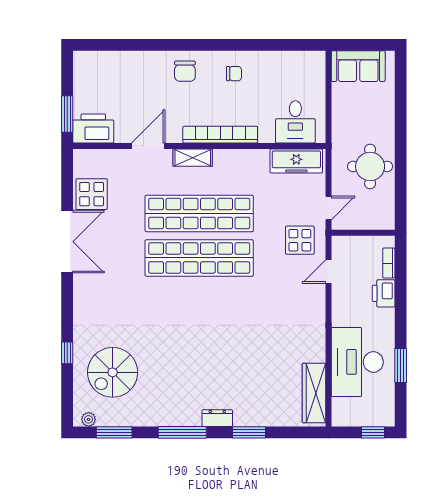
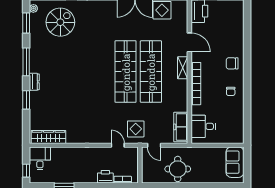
desk: (357, 362) -> (40, 158), moved, width x0.53, depth x0.77
spiral stairs: (113, 372) -> (60, 22), turned 90

